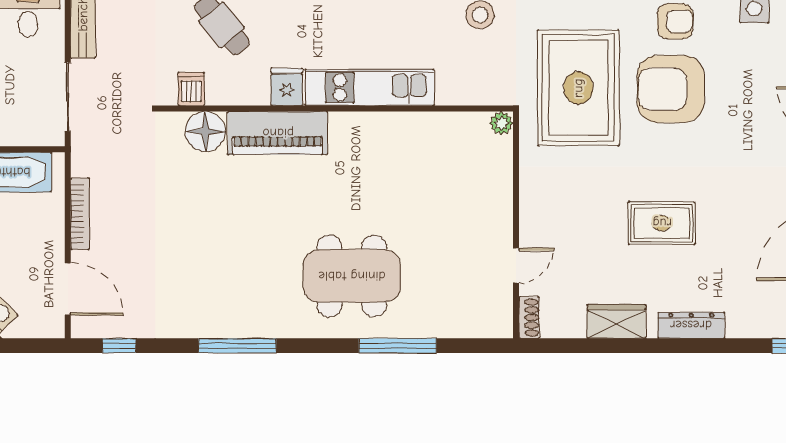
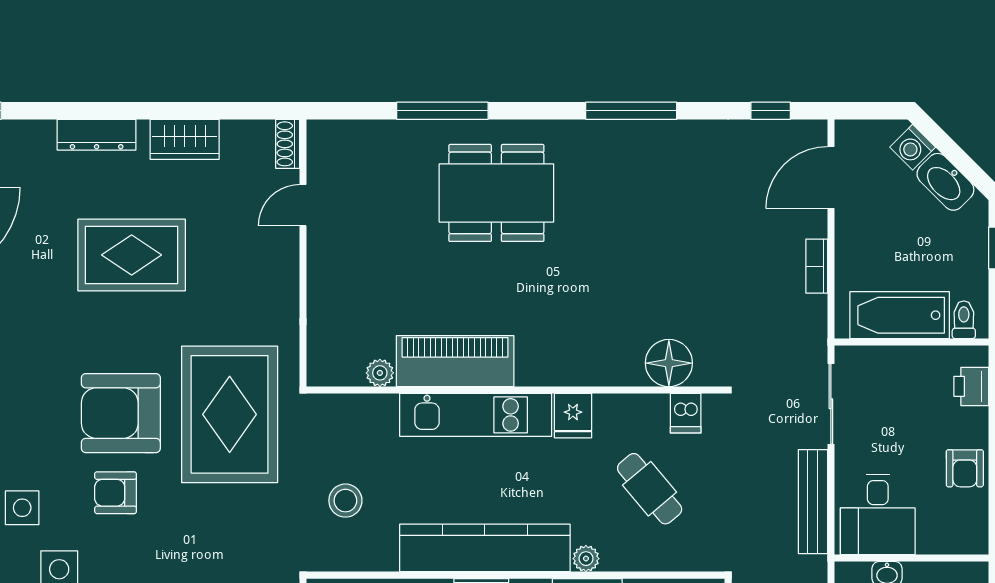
armchair: (671, 89) -> (121, 413), turned 180
plant: (501, 123) -> (380, 373), moved
piano: (278, 133) -> (455, 361), moved
bookcase: (80, 214) -> (817, 266), width x0.64
rug: (662, 223) -> (132, 255), width x1.36, depth x1.43
door: (68, 289) -> (831, 177), hinge flipped

